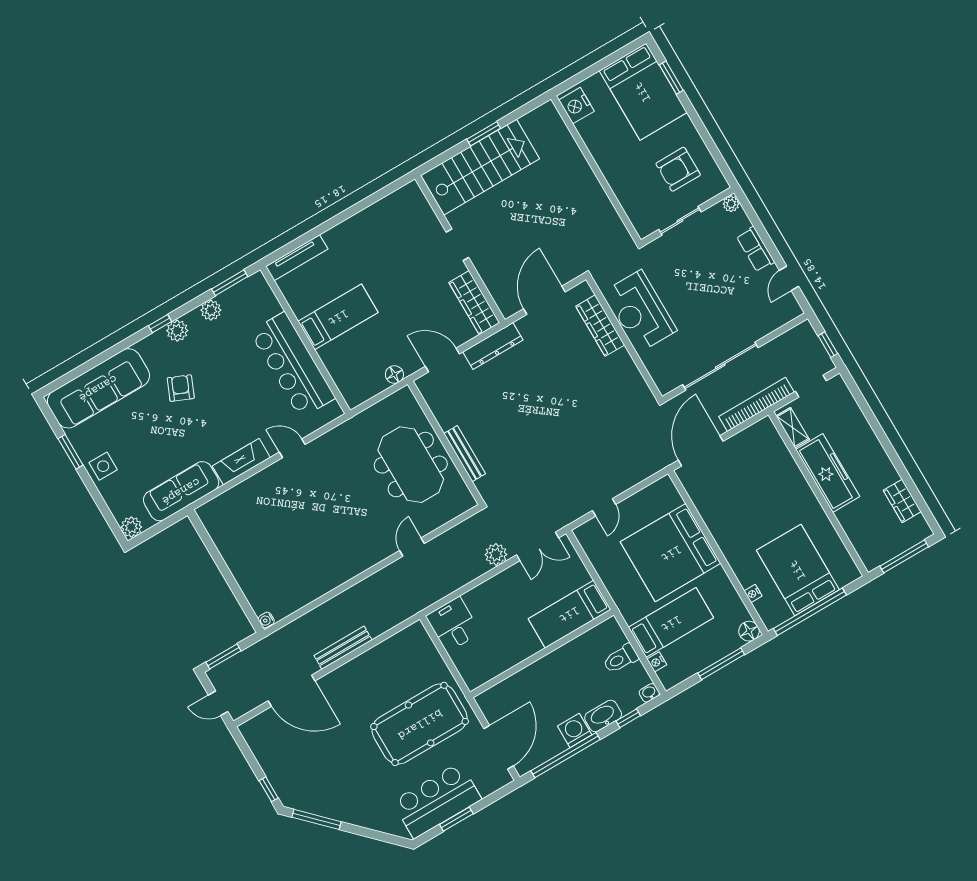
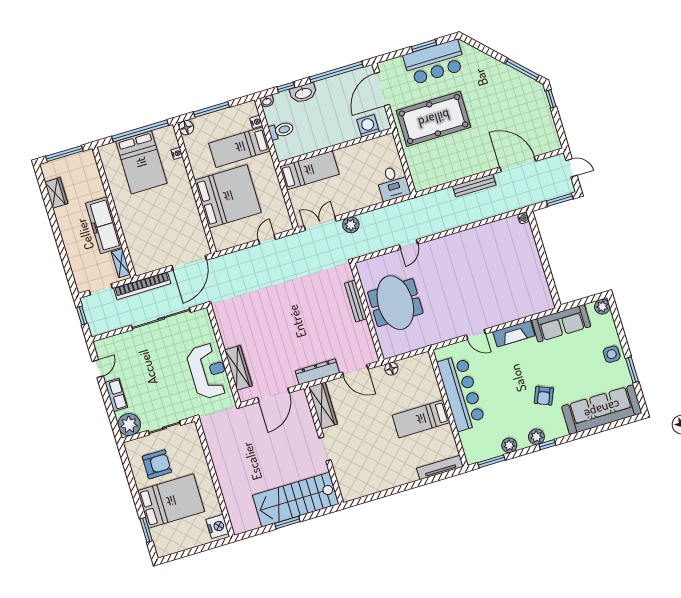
bed: (643, 92) -> (171, 501), moved, turned 90
plant: (731, 204) -> (129, 425), width x1.87, depth x1.87
washing machine: (575, 730) -> (368, 126), moved, turned 180

